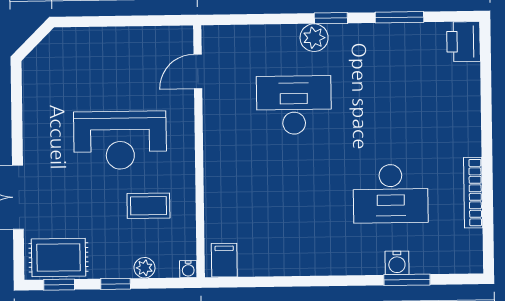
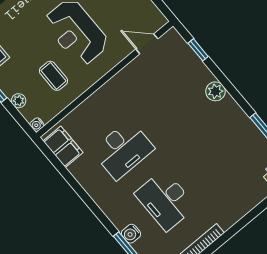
window: (331, 18) -> (198, 50), moved
desk: (294, 105) -> (123, 150), moved, turned 90
filing cabinet: (224, 260) -> (63, 147), width x2.00

